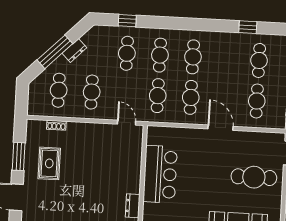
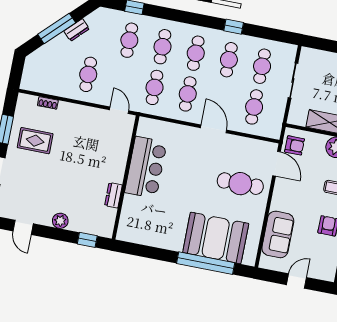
window: (248, 27) -> (234, 27), moved
cafe table: (59, 90) -> (229, 60), moved
rug: (49, 163) -> (35, 141), turned 90

